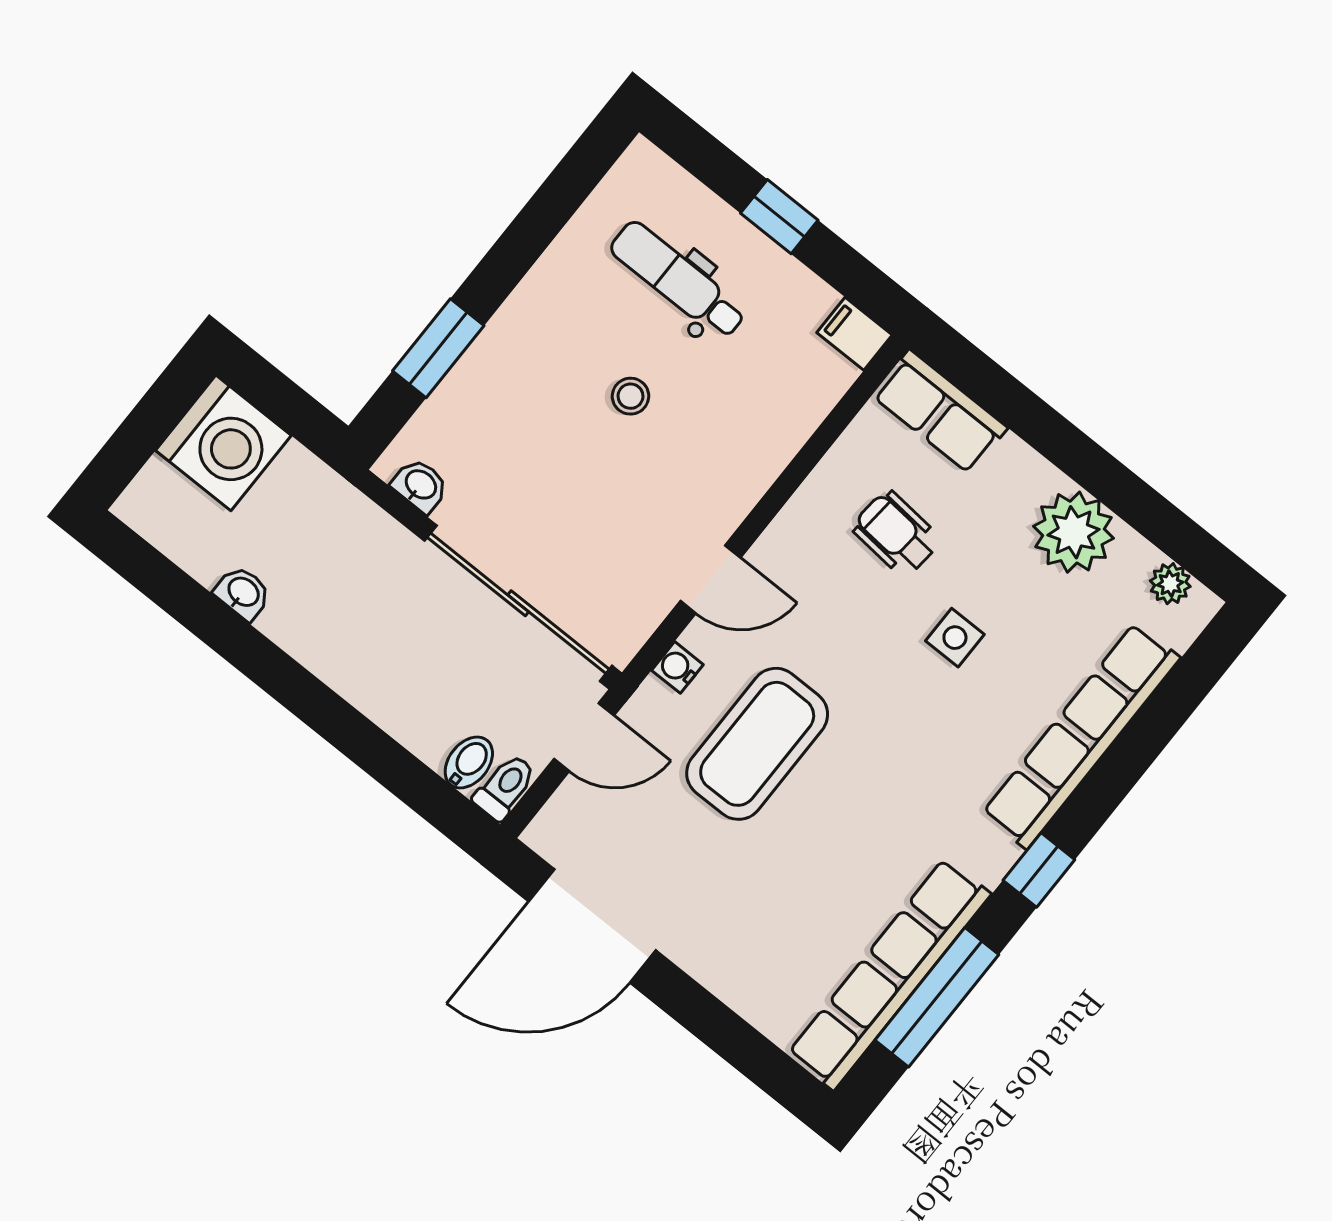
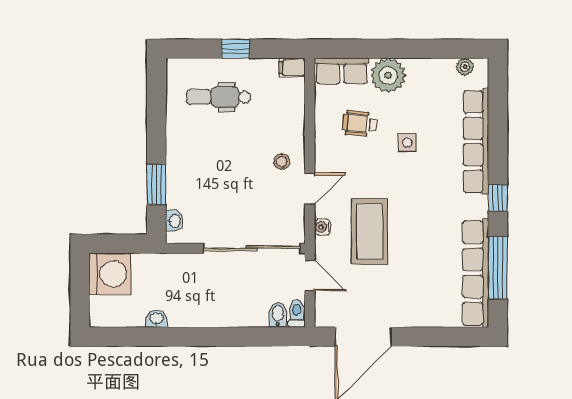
stool: (631, 396) -> (282, 162), moved
washbasin: (420, 485) -> (174, 221), moved, turned 90
plant: (1073, 532) -> (388, 75), moved
door: (584, 737) -> (310, 276), hinge flipped

